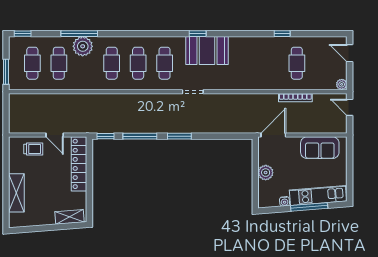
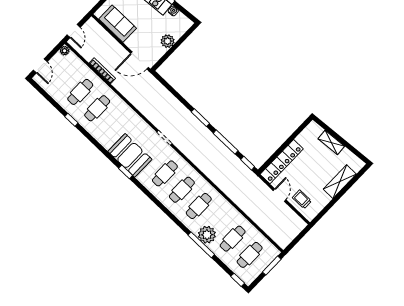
cafe table: (270, 63) -> (97, 108), added
shelving: (69, 217) -> (331, 142), moved

